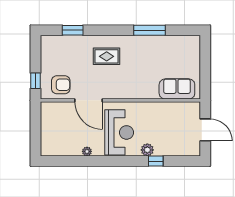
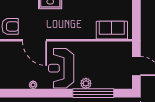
reception desk: (119, 132) -> (61, 68), turned 180
window: (156, 161) -> (93, 93), width x3.17

